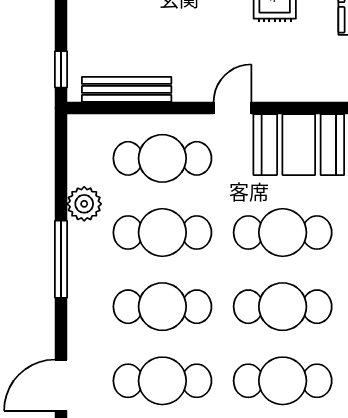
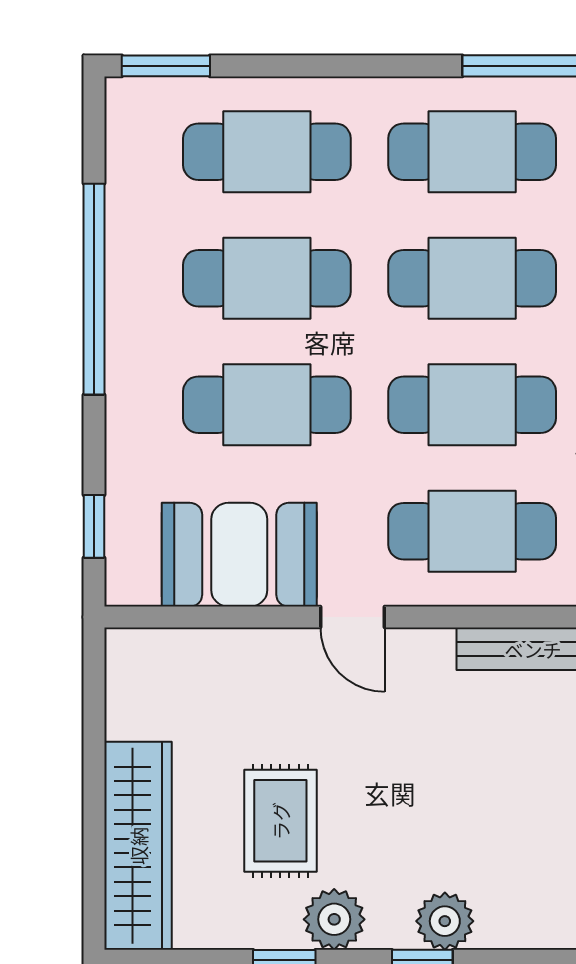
door: (232, 108) -> (353, 617), hinge flipped

